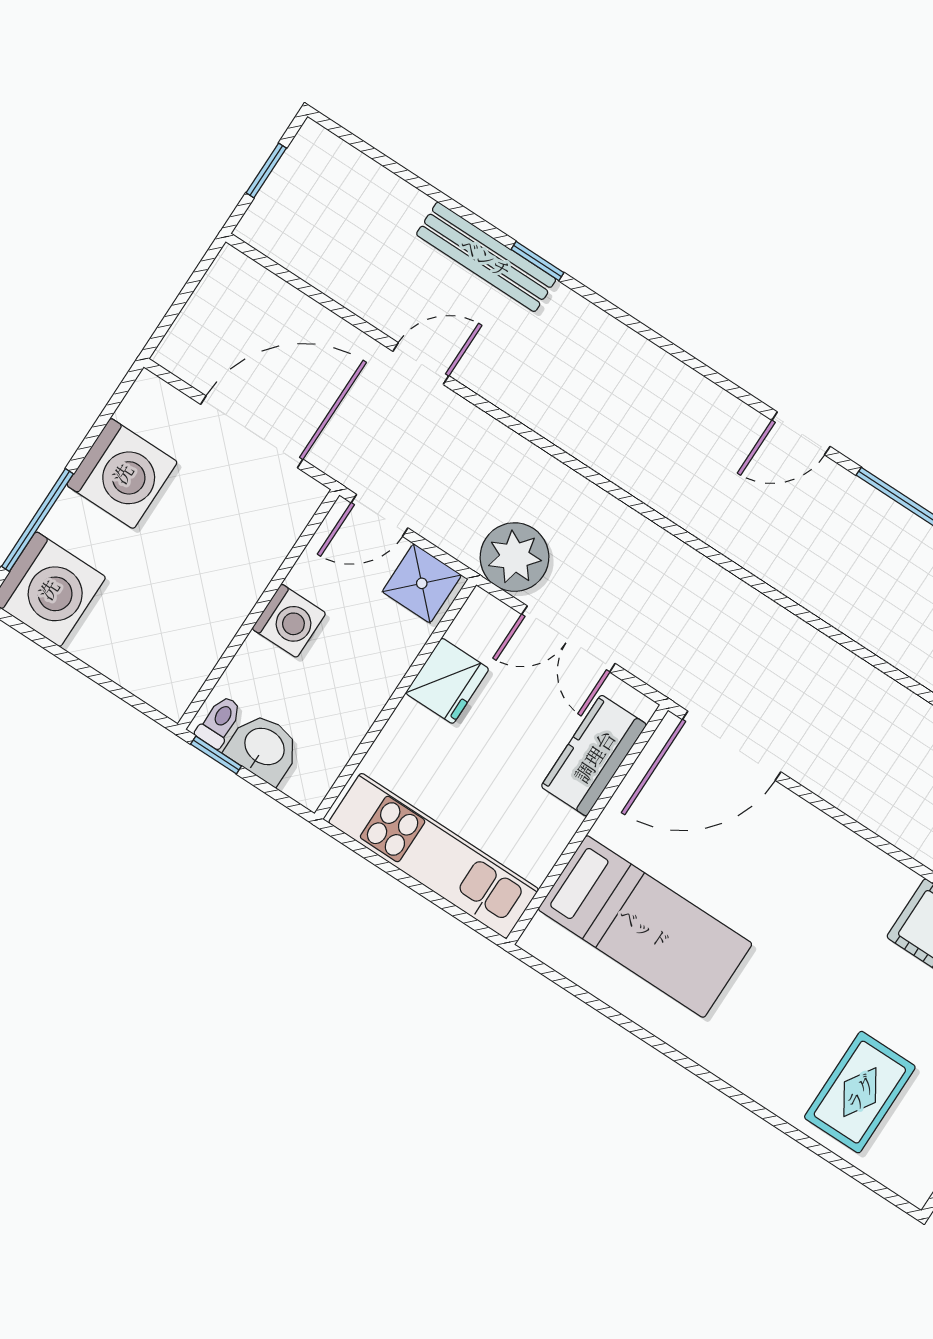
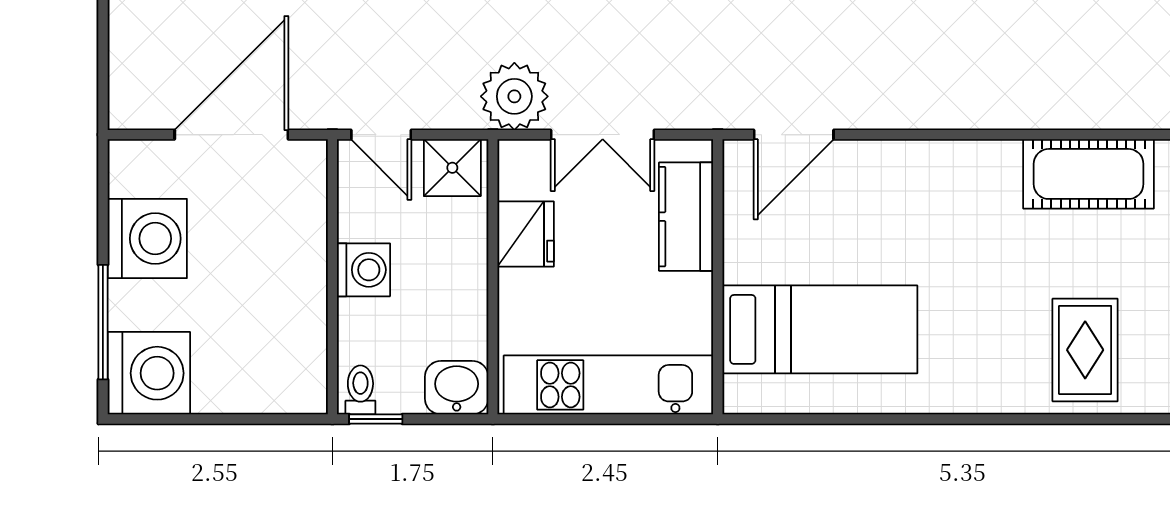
door: (379, 515) -> (381, 135), hinge flipped
door: (732, 746) -> (794, 135), width x0.73
washbasin: (264, 748) -> (457, 388), moved

